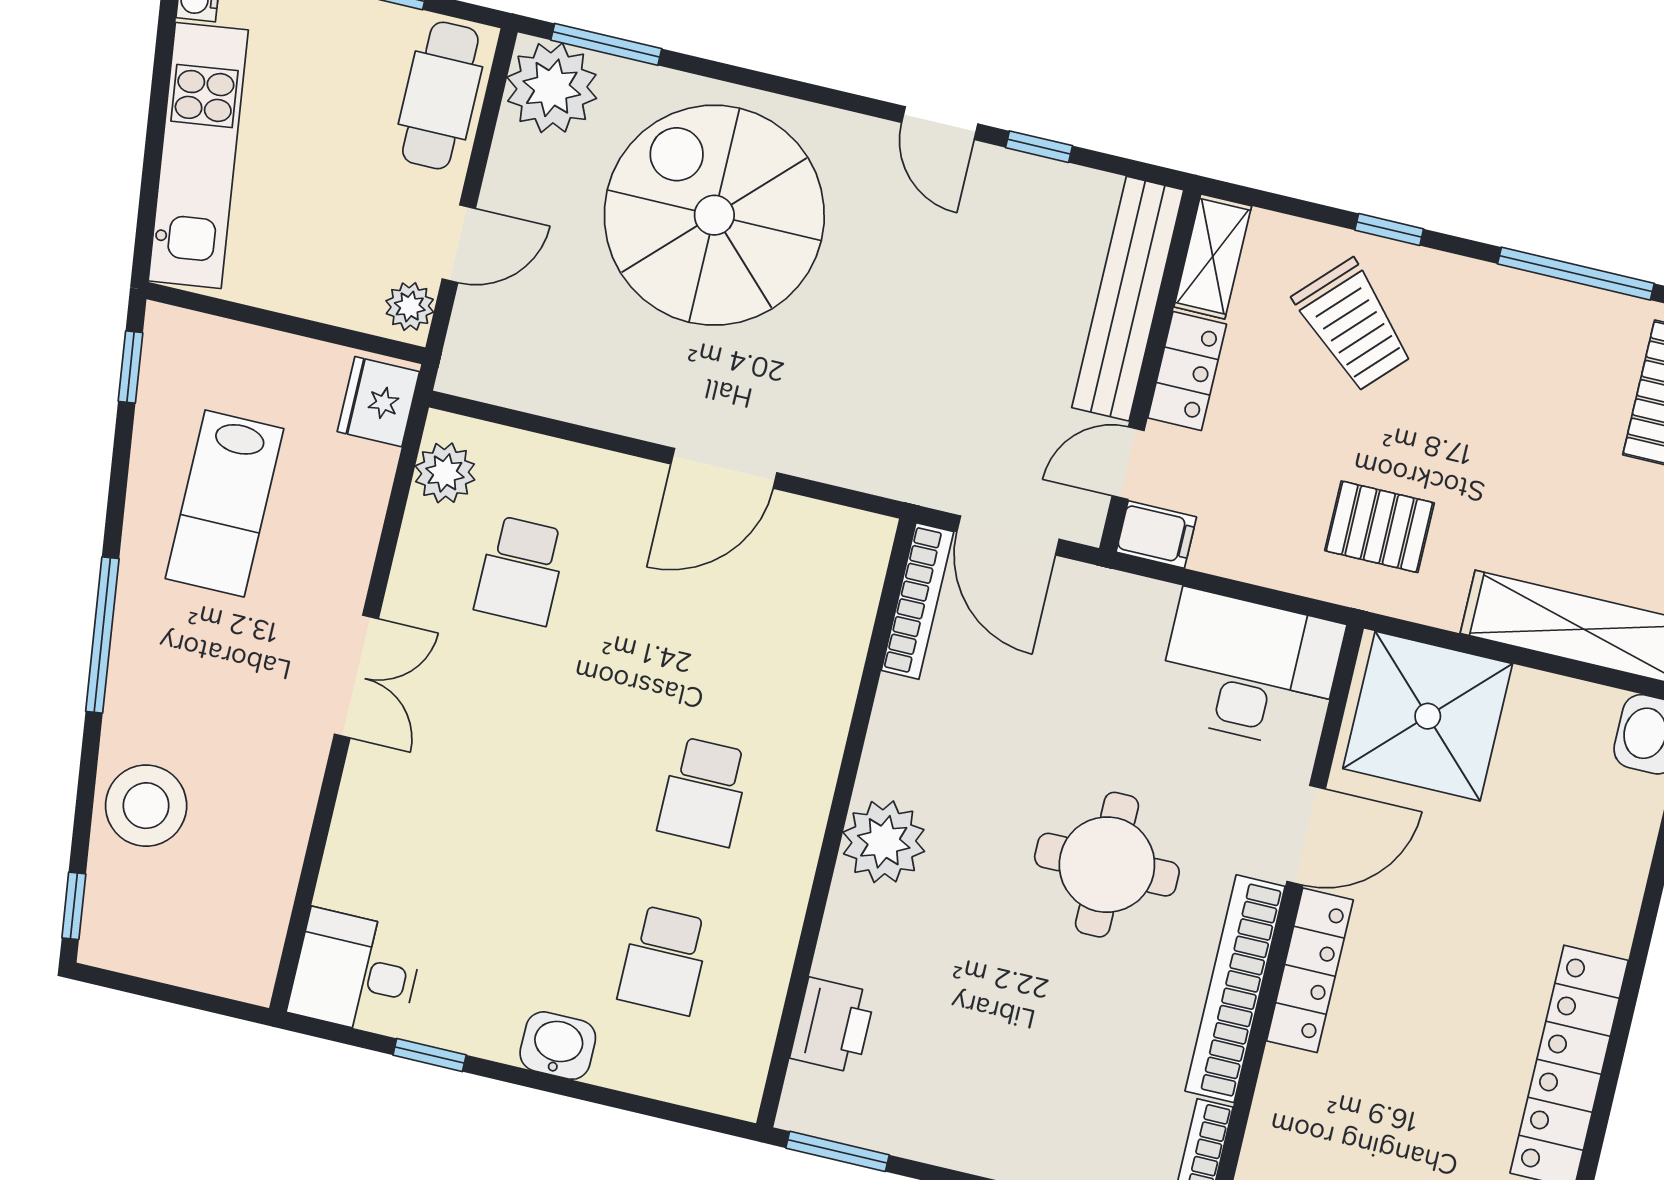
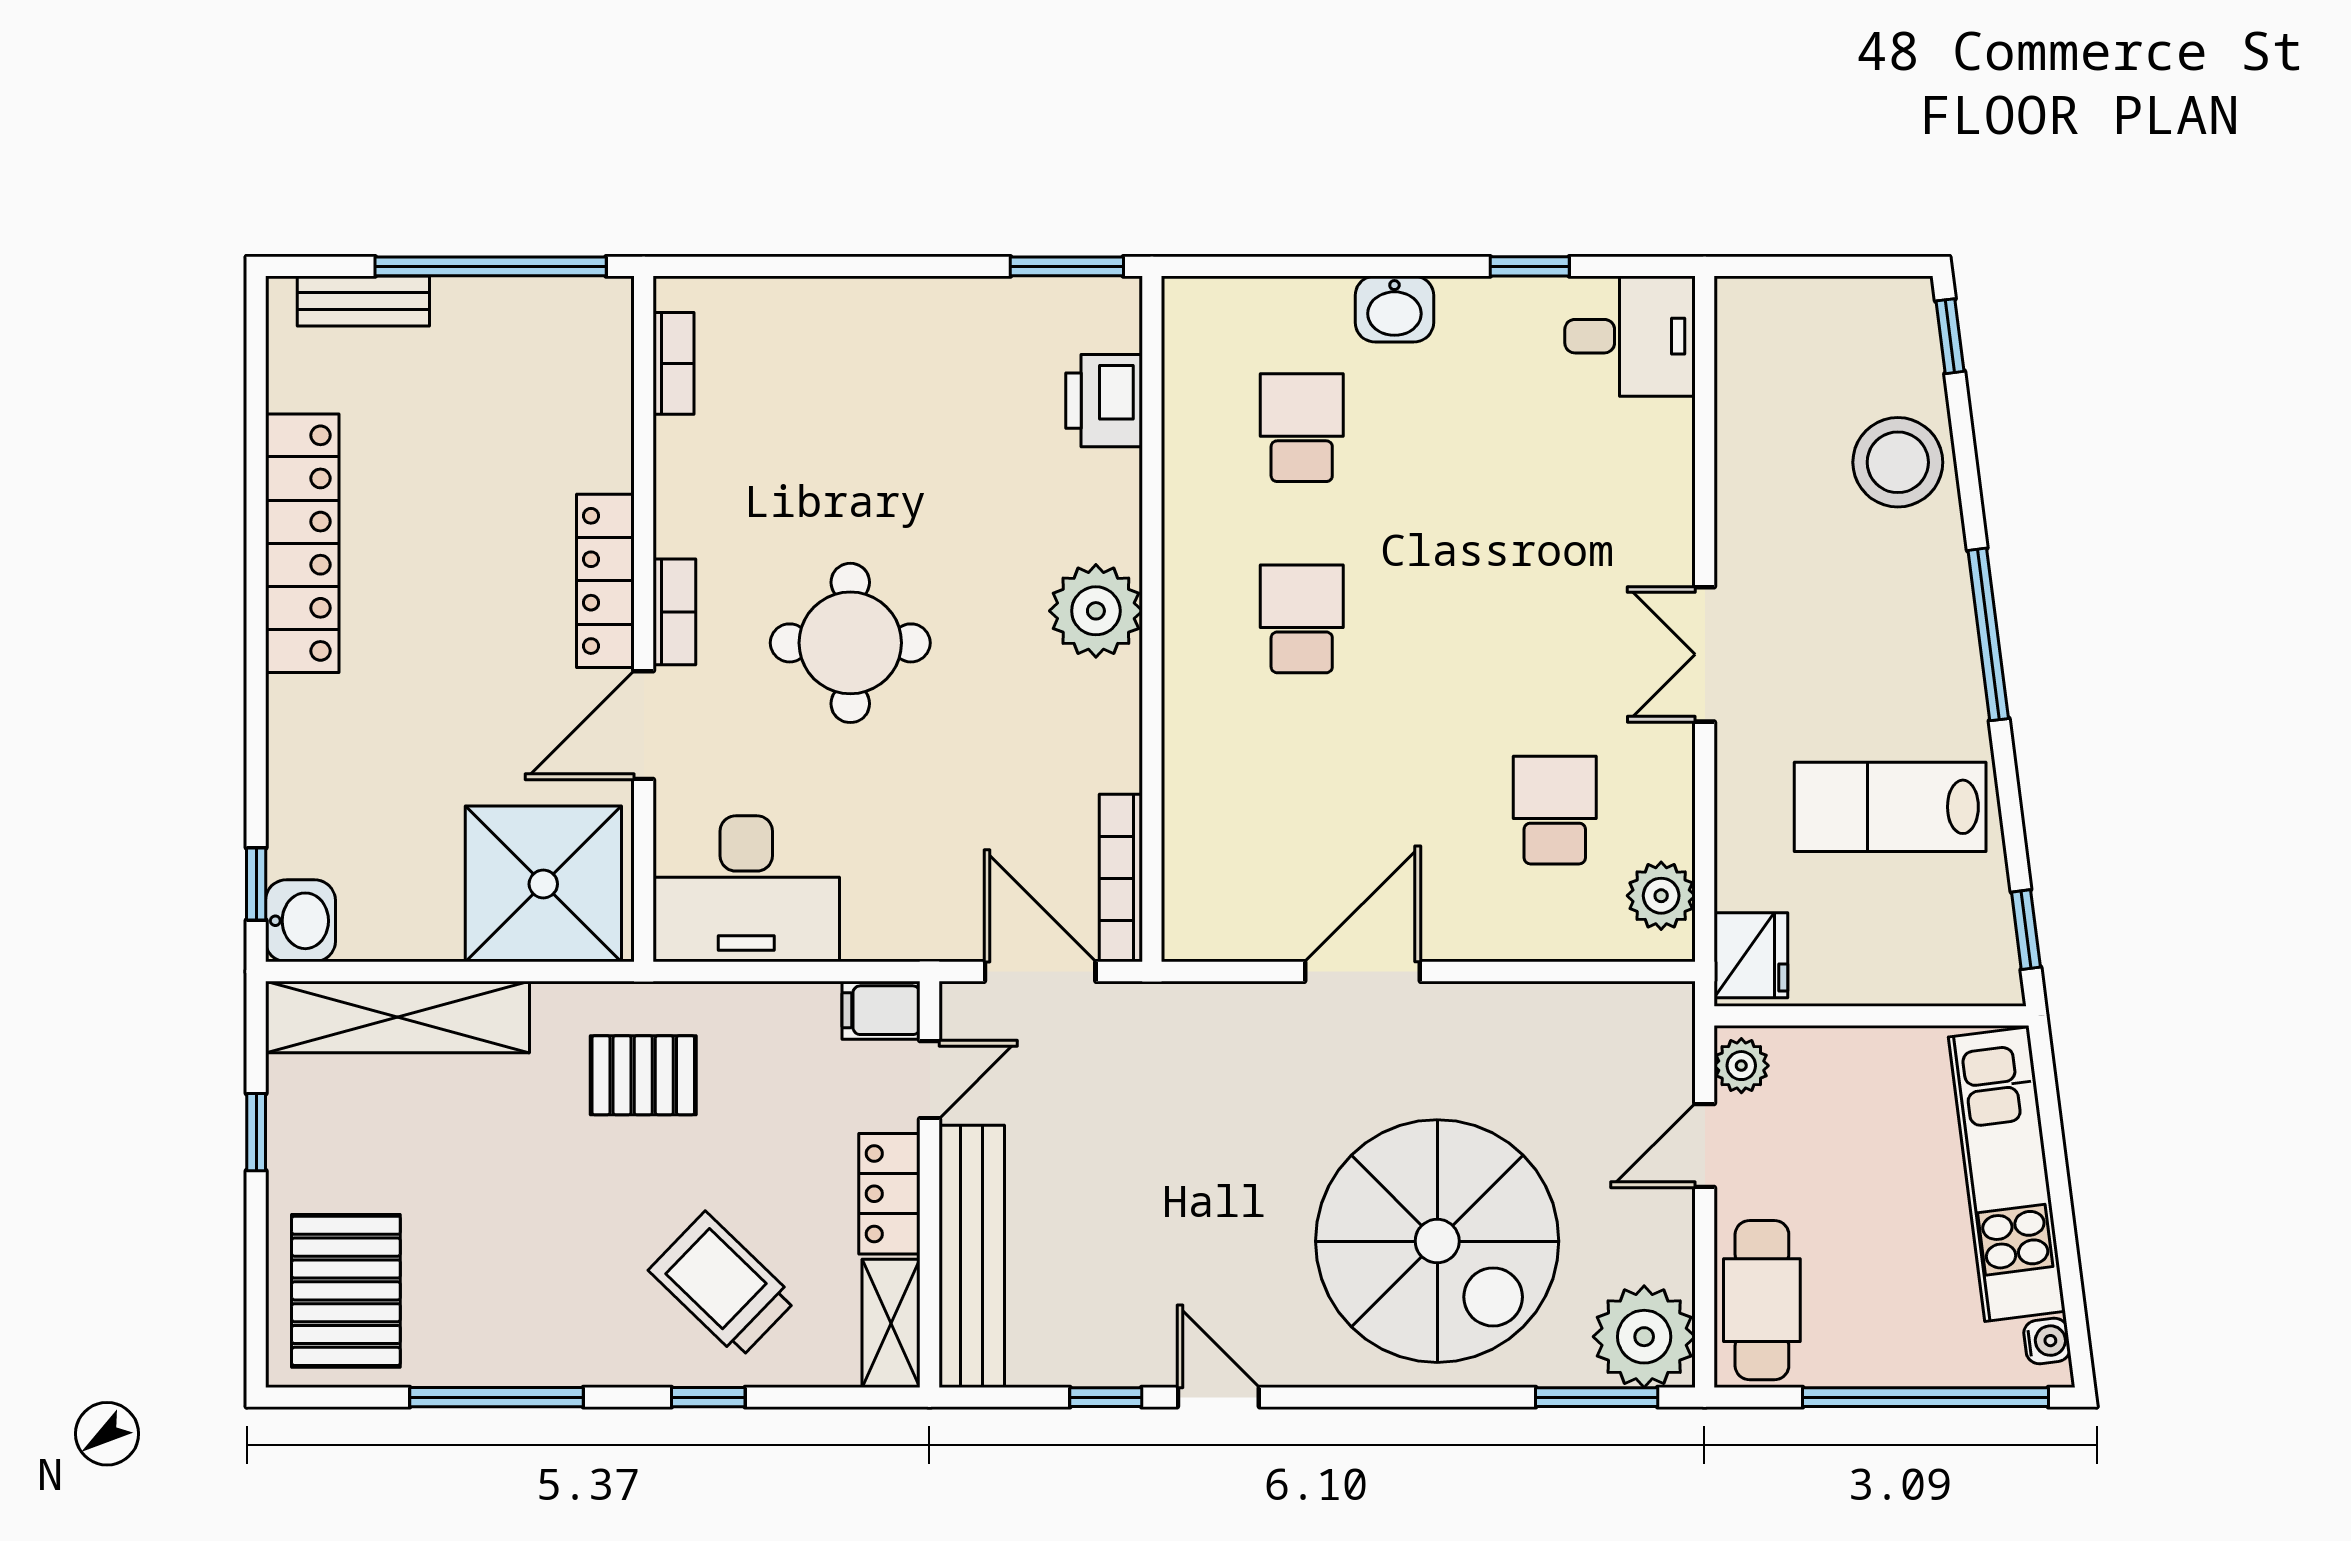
lab bench: (225, 504) -> (1890, 807), turned -90
bookcase: (1235, 989) -> (674, 612), width x0.43, depth x0.76

